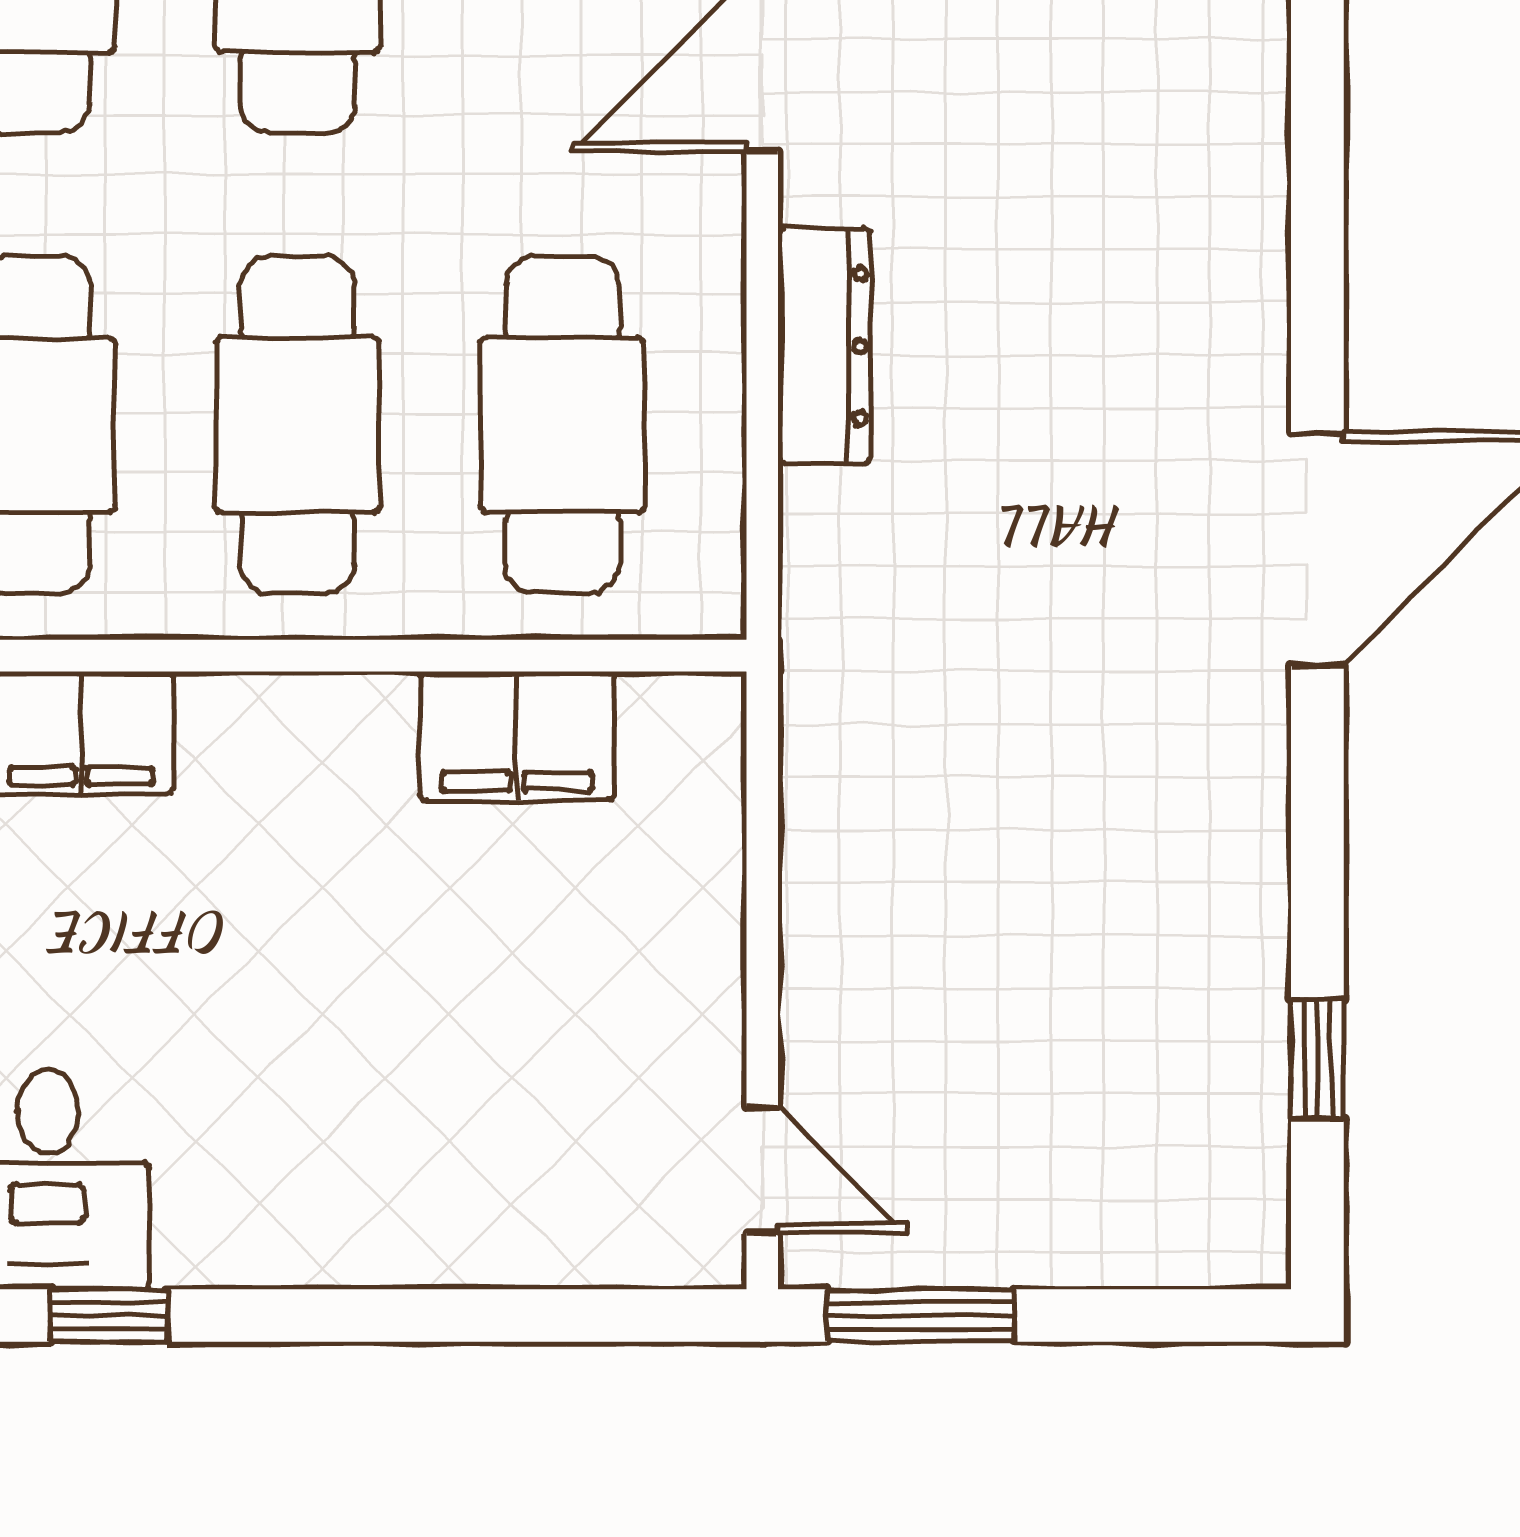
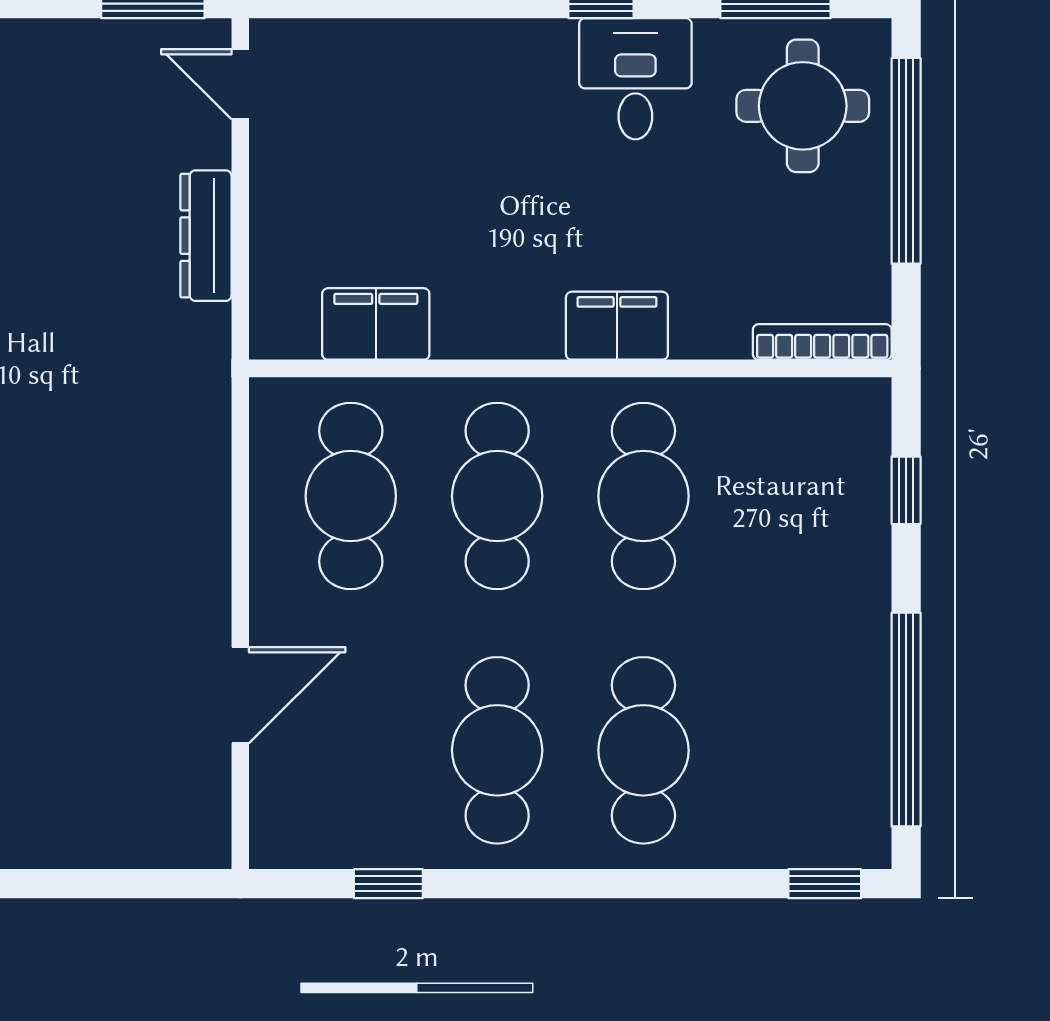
dresser: (824, 346) -> (206, 236), moved

